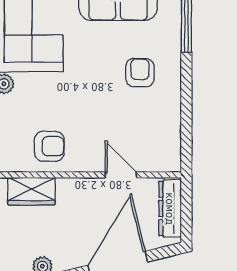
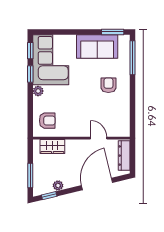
armchair: (49, 146) -> (47, 121), moved

